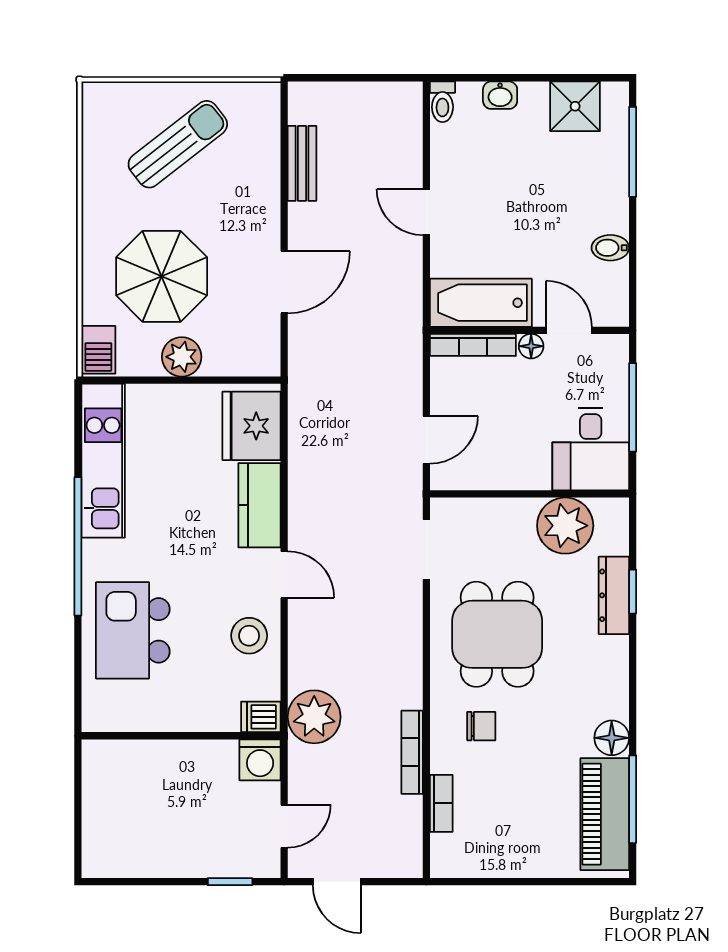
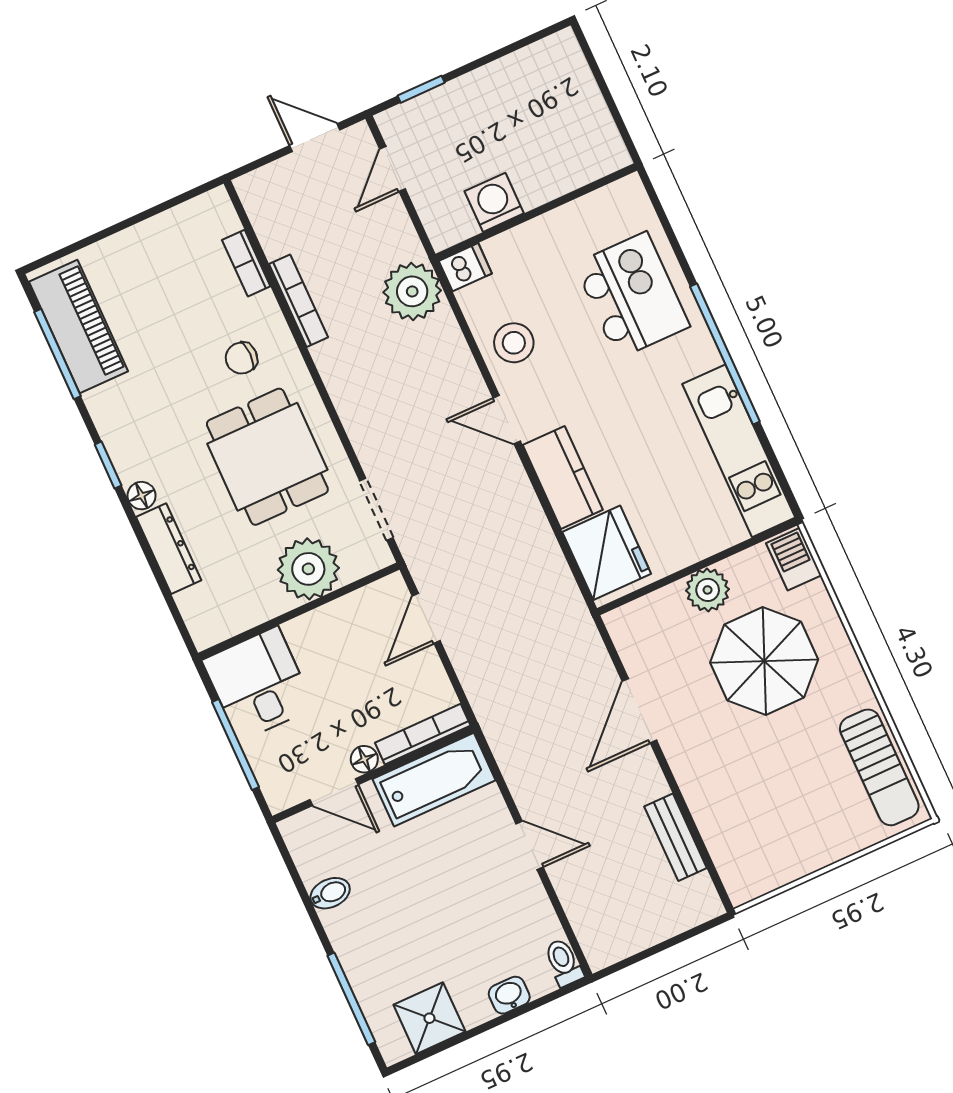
sun lounger: (178, 144) -> (879, 767), moved, turned -52
plant: (565, 526) -> (308, 569), moved
window: (633, 592) -> (108, 465), moved
floor lamp: (612, 738) -> (142, 496), moved, width x0.73, depth x0.73
washing machine: (260, 760) -> (494, 202), moved

